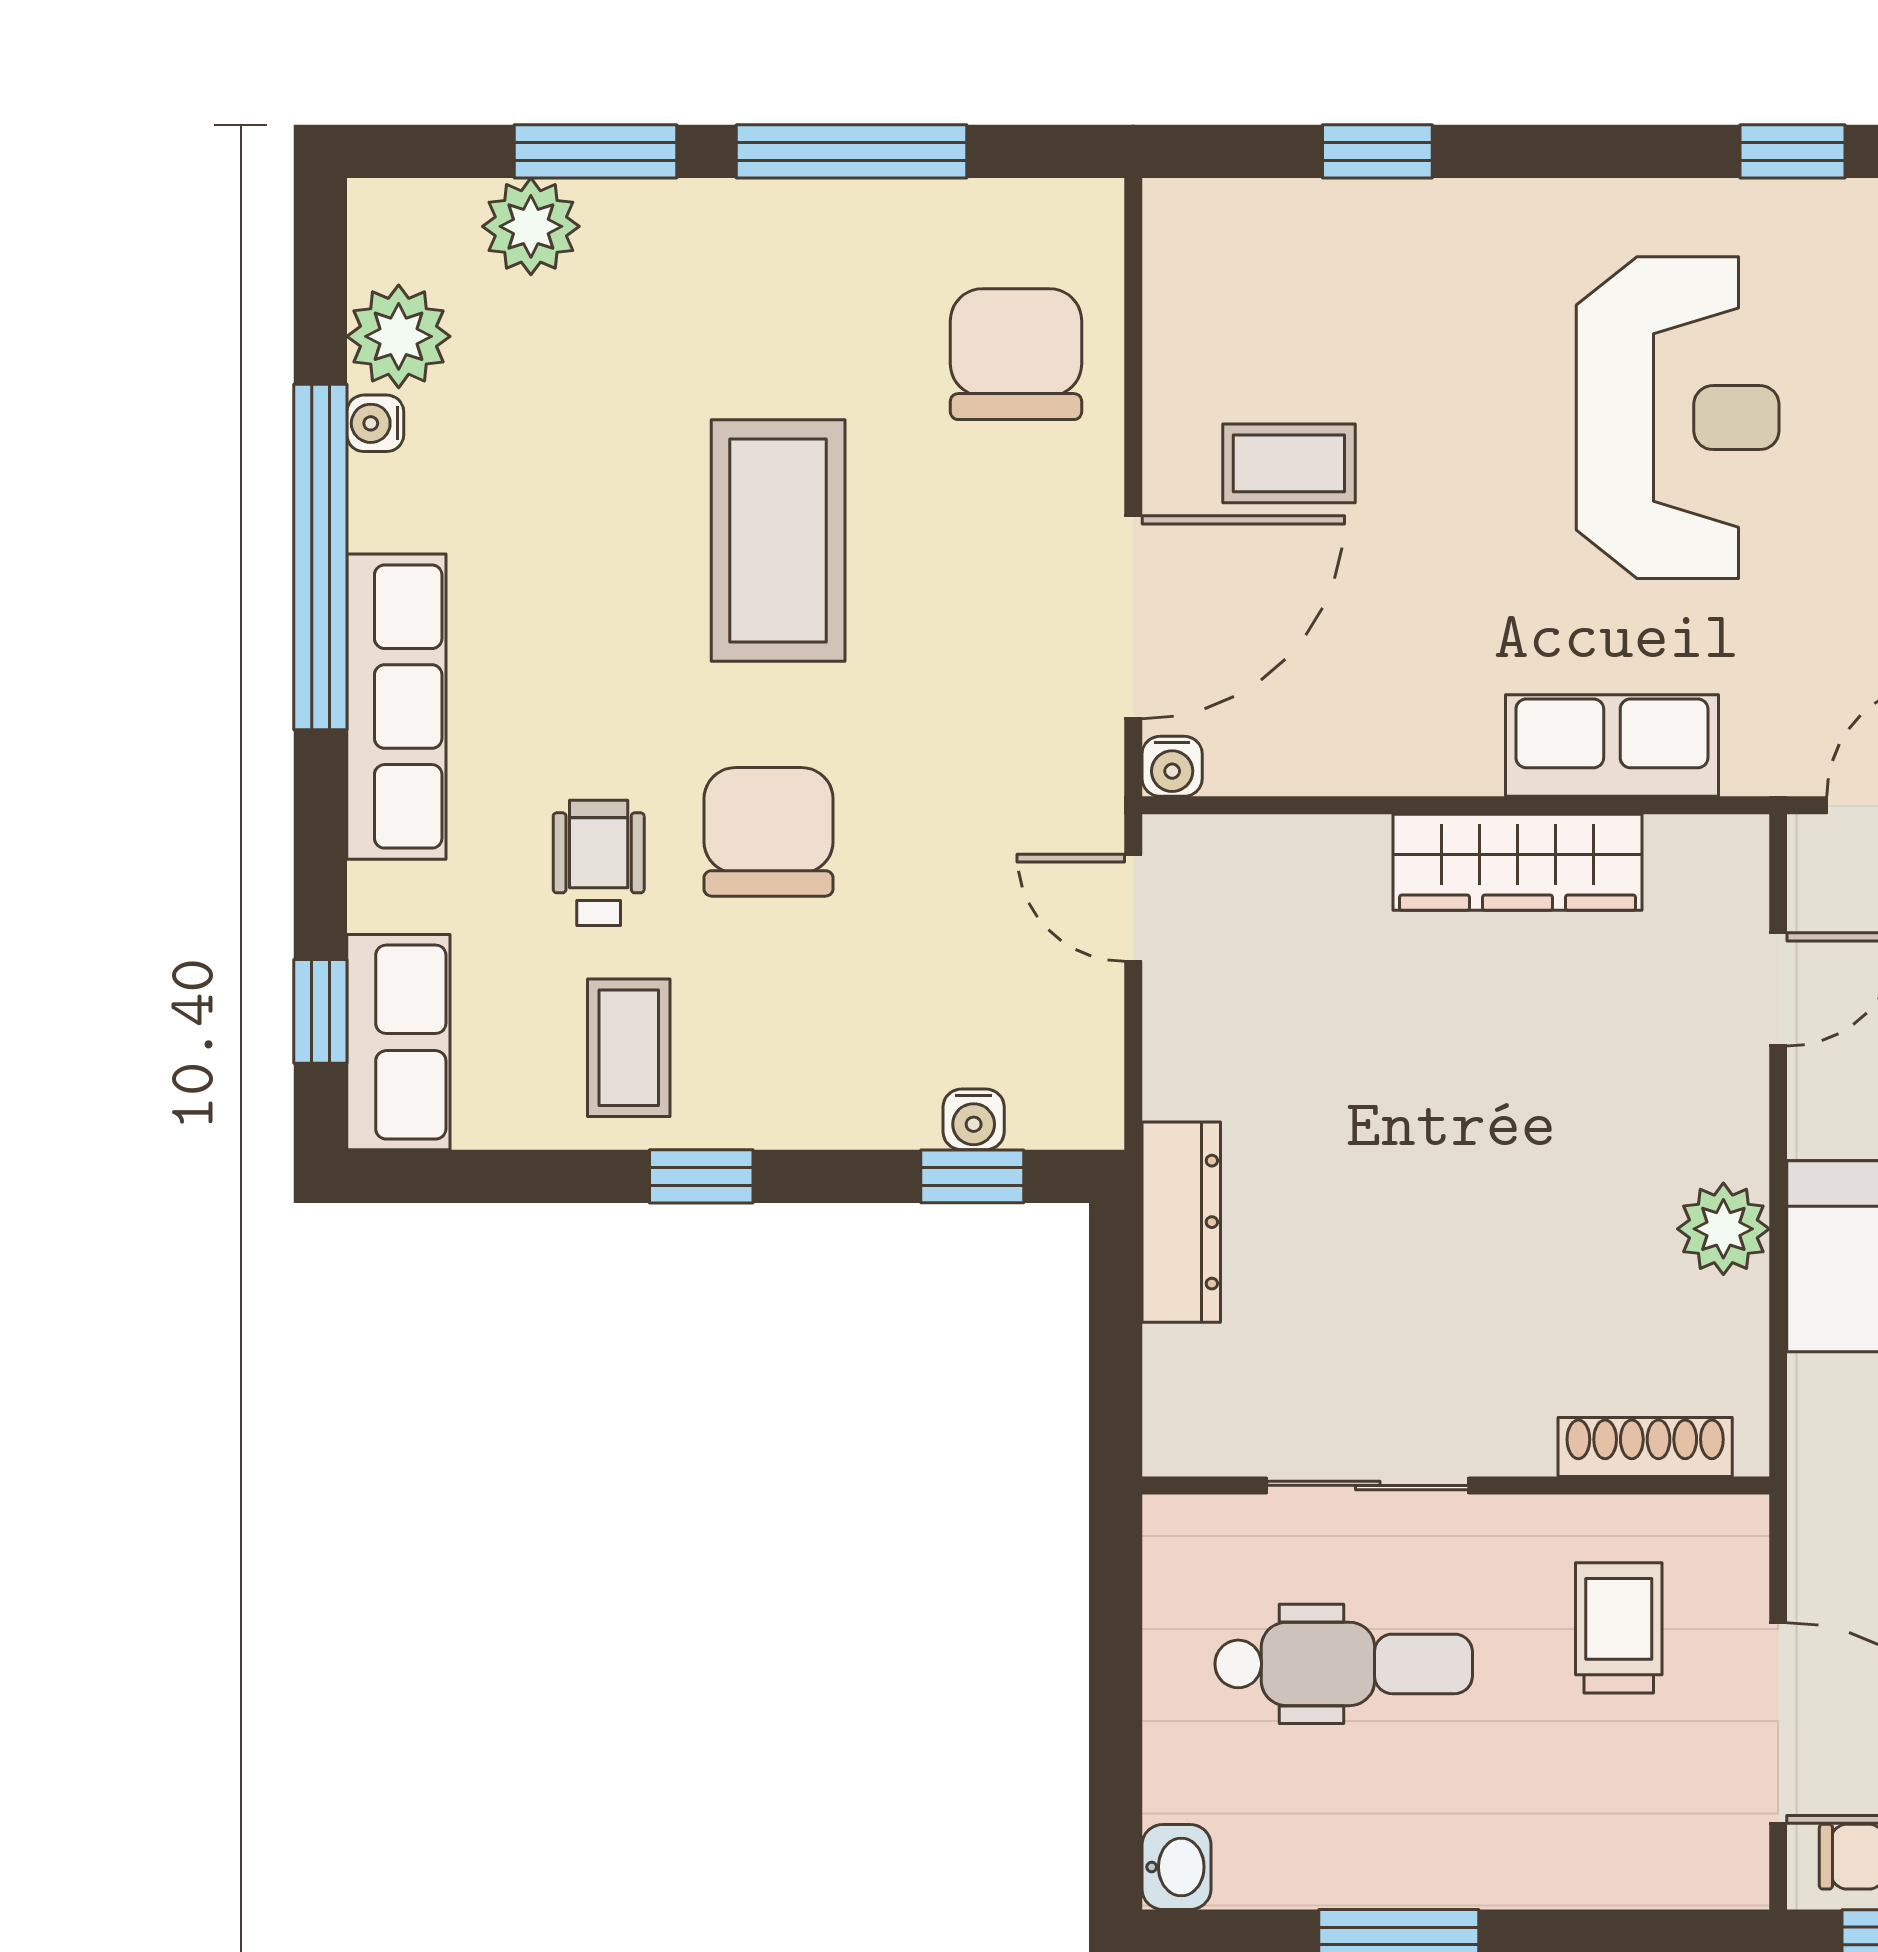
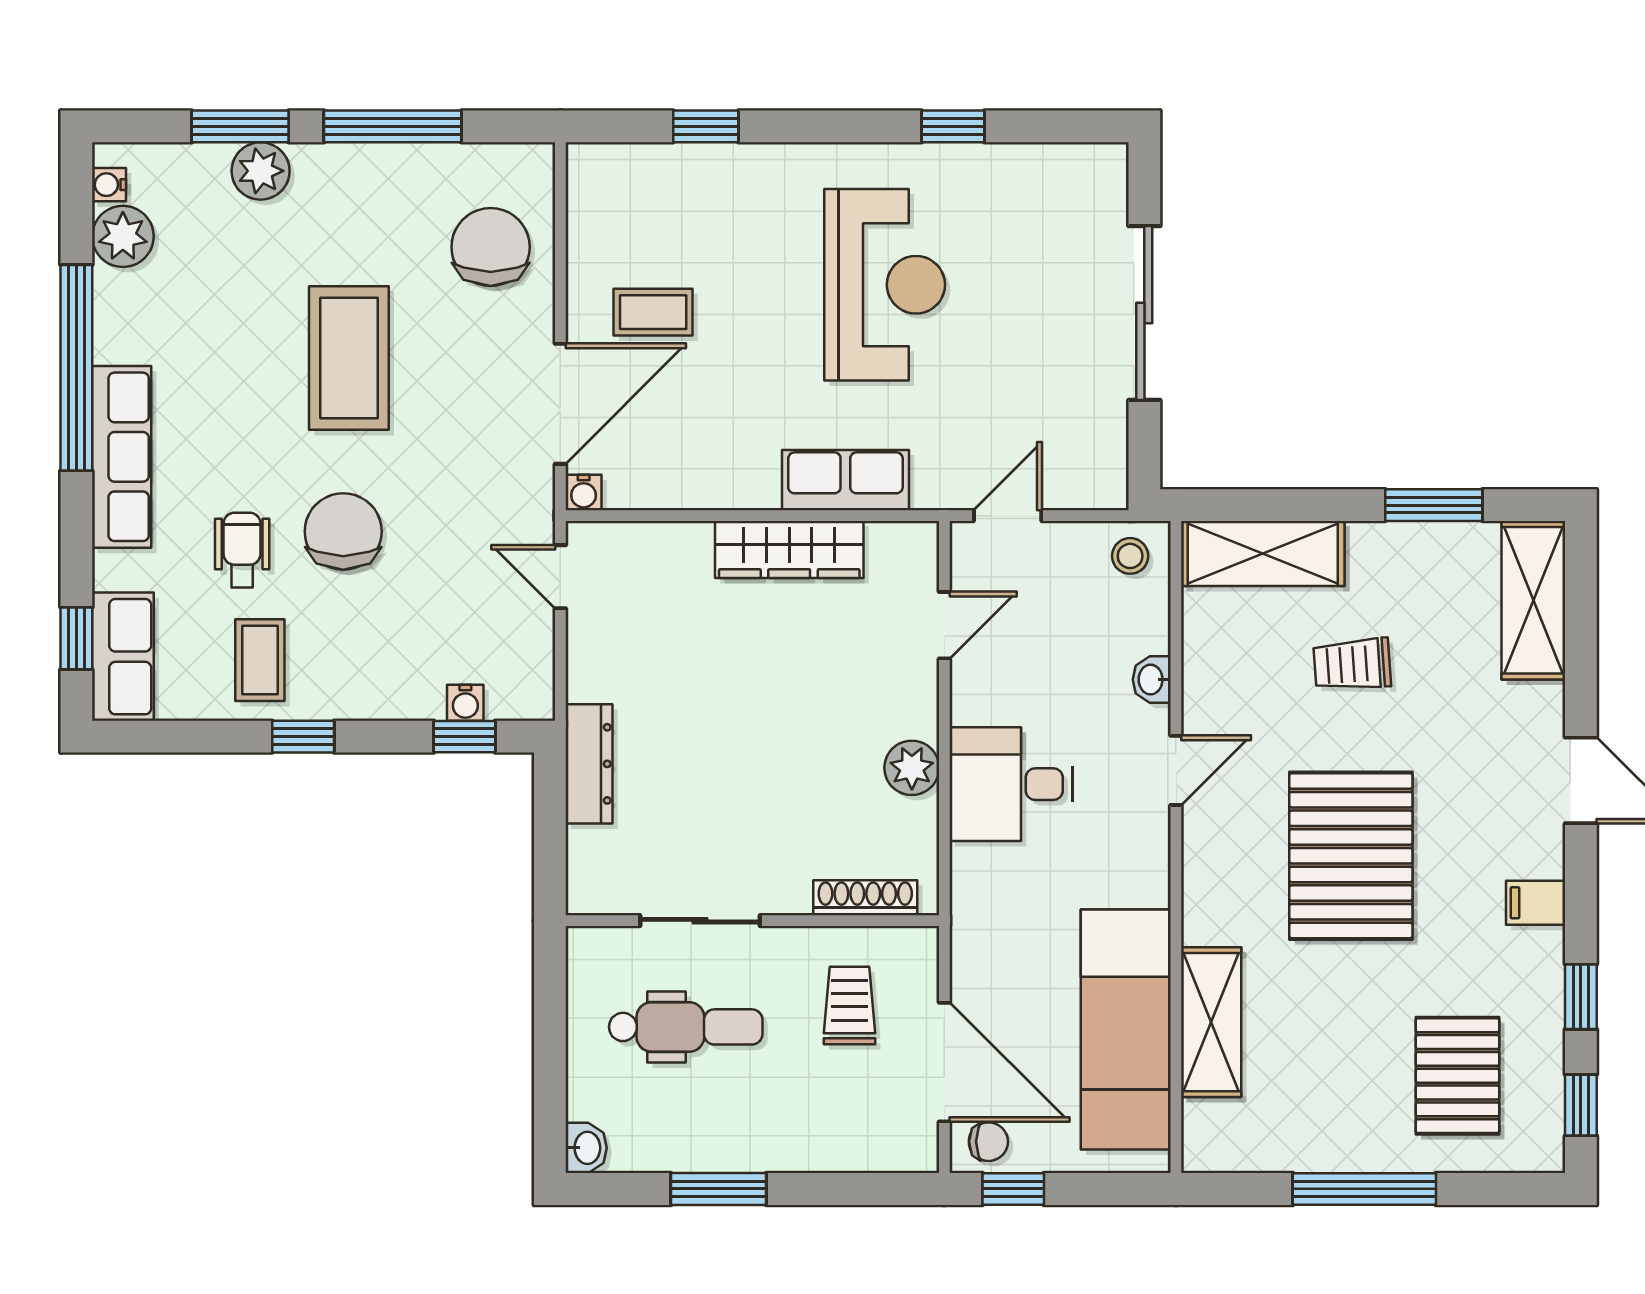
plant: (531, 226) -> (261, 171), moved
water cooler: (375, 423) -> (109, 185), moved

